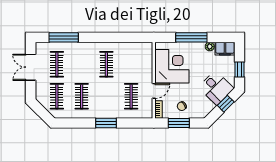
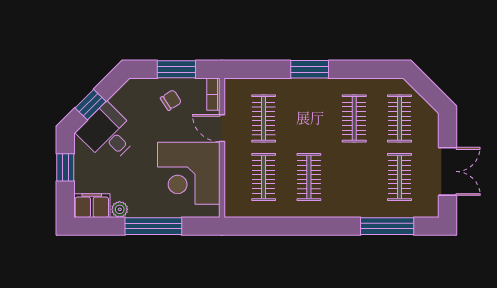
clothes rail: (131, 64) -> (264, 177), added
door: (154, 91) -> (222, 128), hinge flipped

